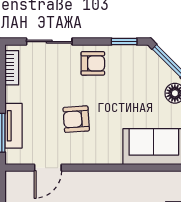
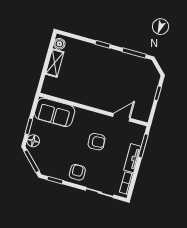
armchair: (93, 63) -> (77, 172), turned 90
tv unit: (13, 126) -> (132, 158), moved

